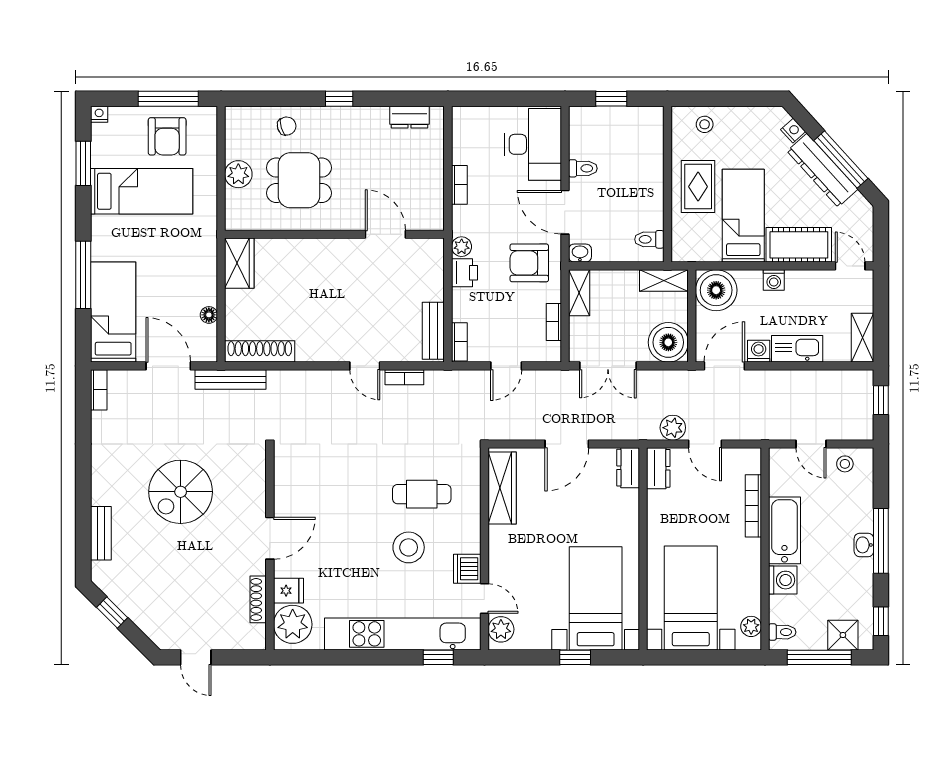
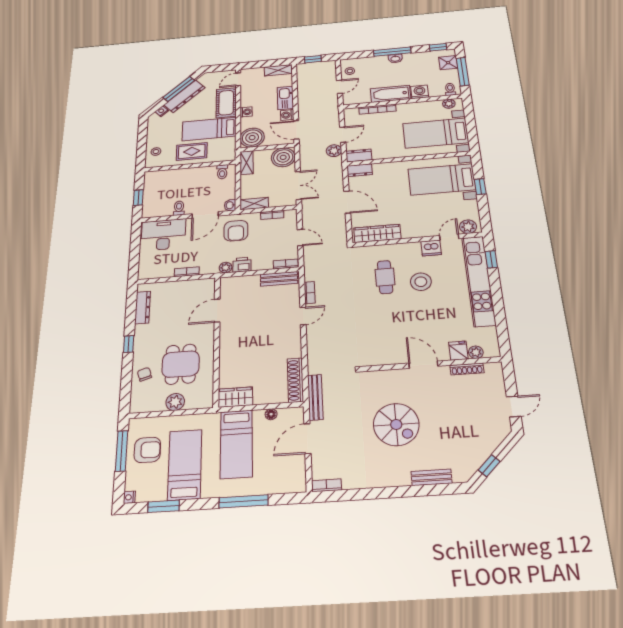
dresser: (410, 117) -> (143, 308), width x1.44
bed: (113, 312) -> (236, 444), moved, turned -90
plant: (293, 624) -> (476, 352), width x0.53, depth x0.53

